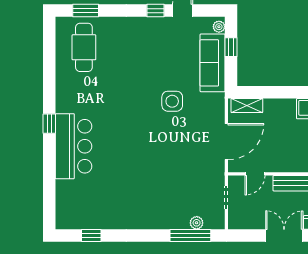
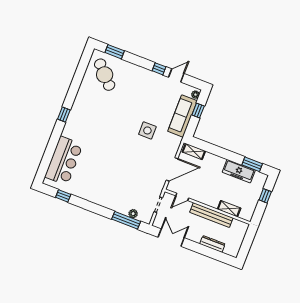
cafe table: (84, 47) -> (105, 75), turned -44
bar counter: (74, 146) -> (64, 161), moved
double door: (284, 236) -> (171, 238), moved

